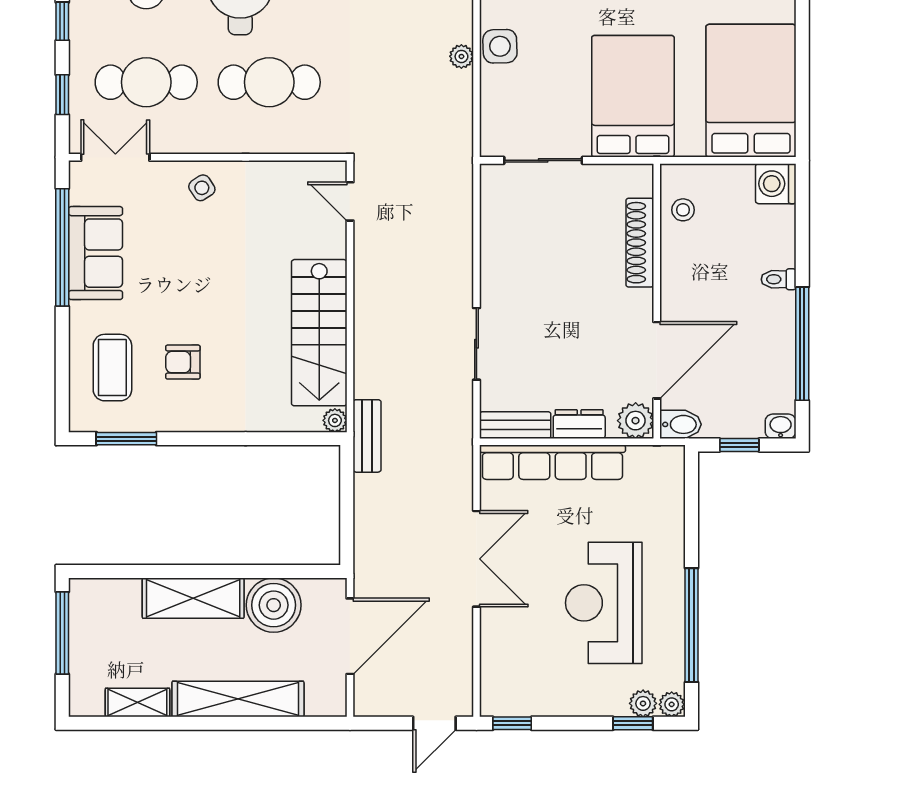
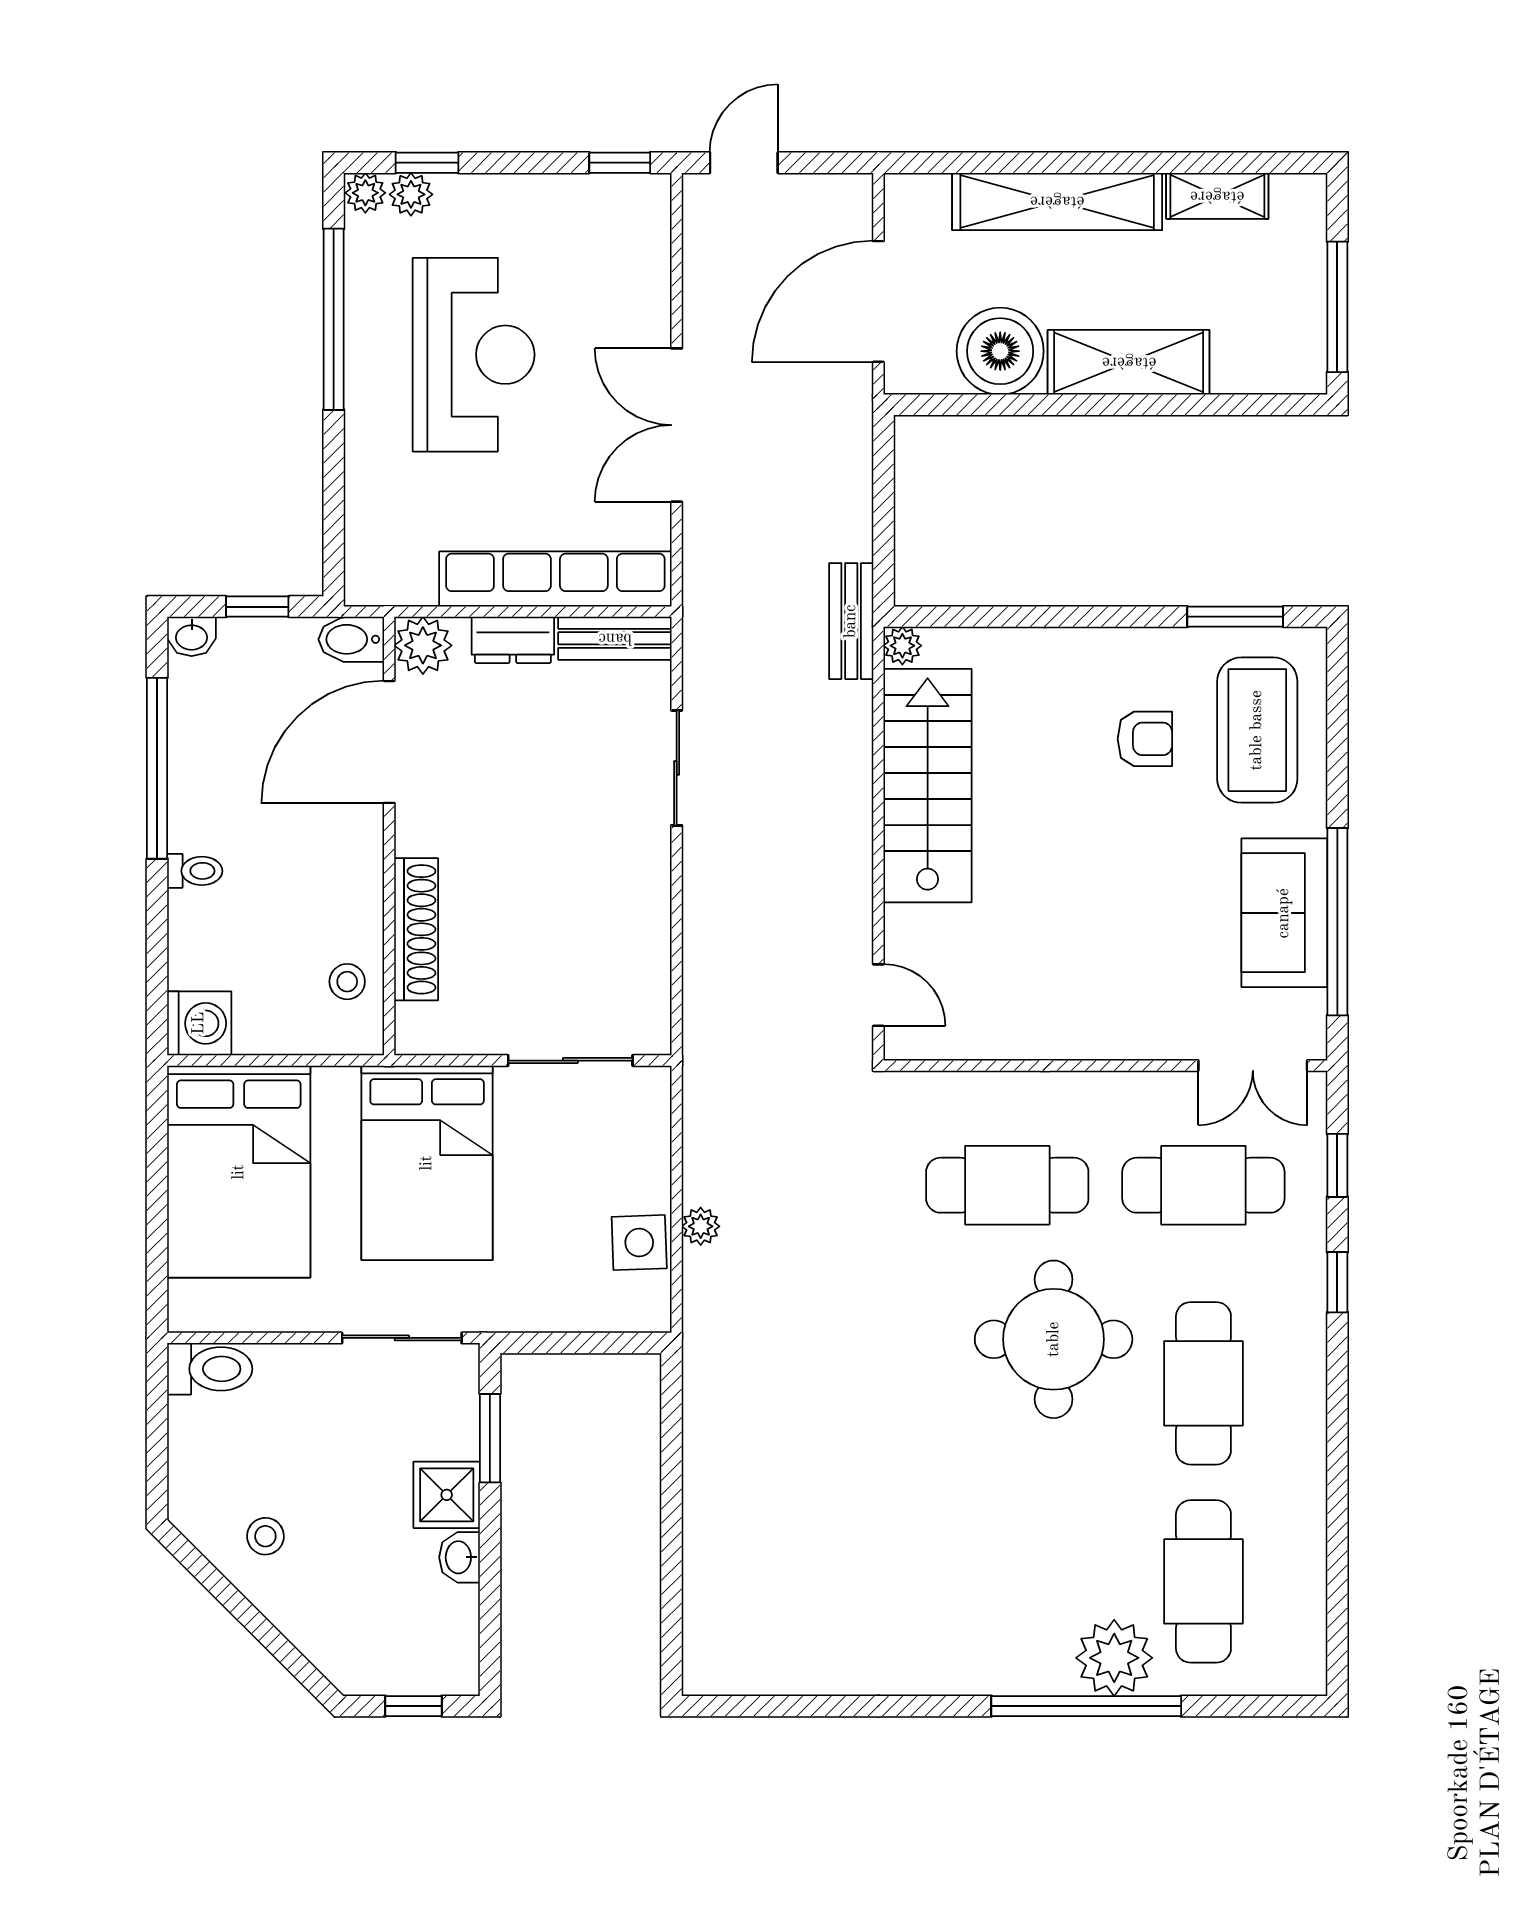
side table: (202, 188) -> (1115, 1017), removed
coffee table: (112, 368) -> (1257, 730), width x1.36, depth x1.32

